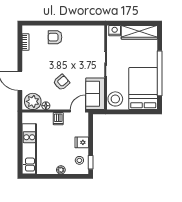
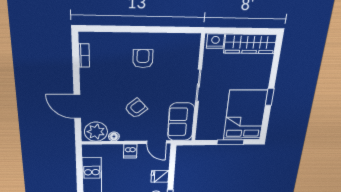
armchair: (55, 37) -> (143, 59), moved, turned 90
window: (160, 73) -> (270, 97), width x0.32
stool: (115, 99) -> (207, 128), removed
door: (78, 111) -> (157, 142), swing flipped
window: (135, 112) -> (230, 142), added

